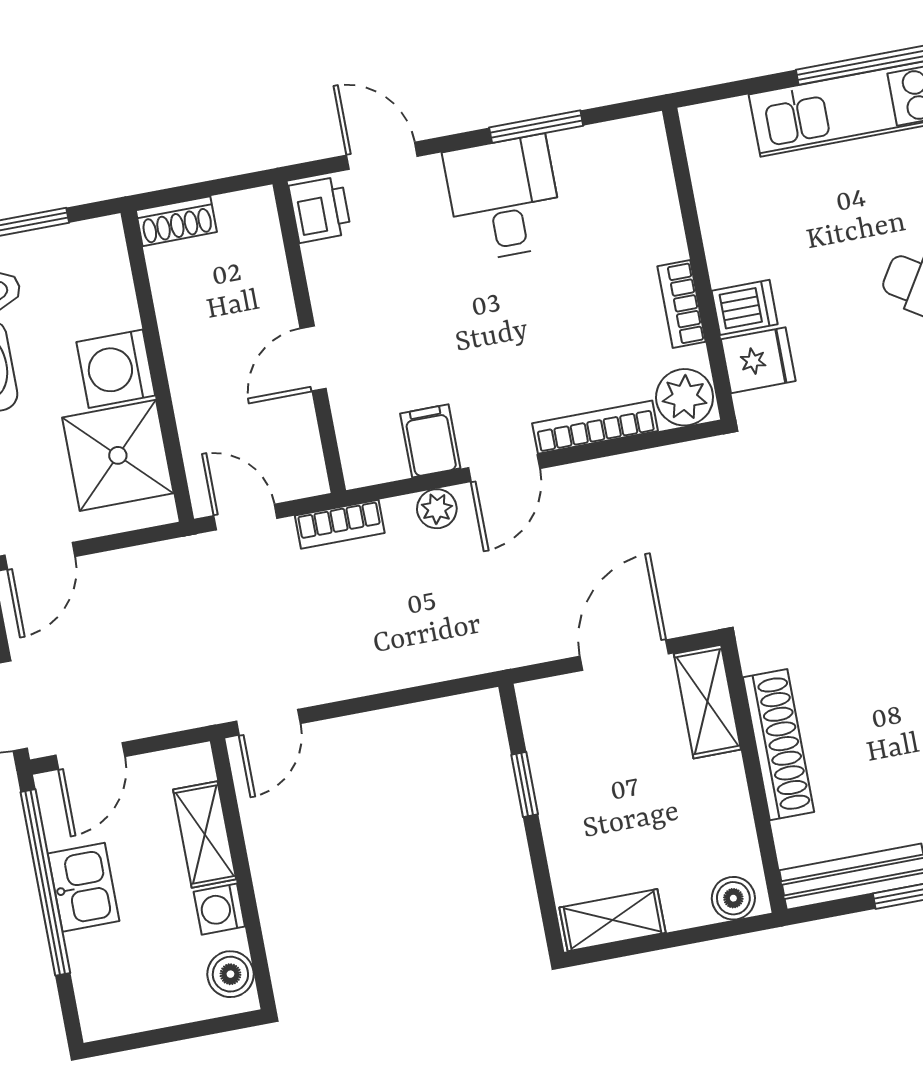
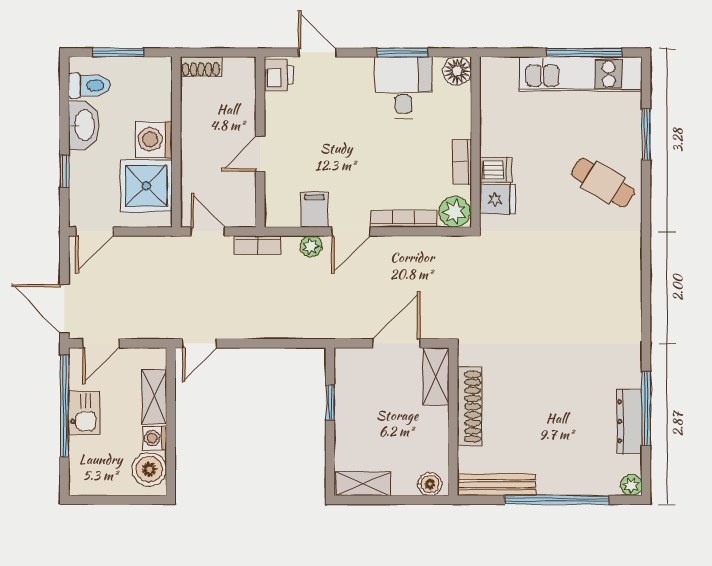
floor lamp: (641, 141) -> (457, 71), added
desk: (504, 198) -> (403, 87), moved
boiler: (230, 974) -> (149, 469), width x1.36, depth x1.36

